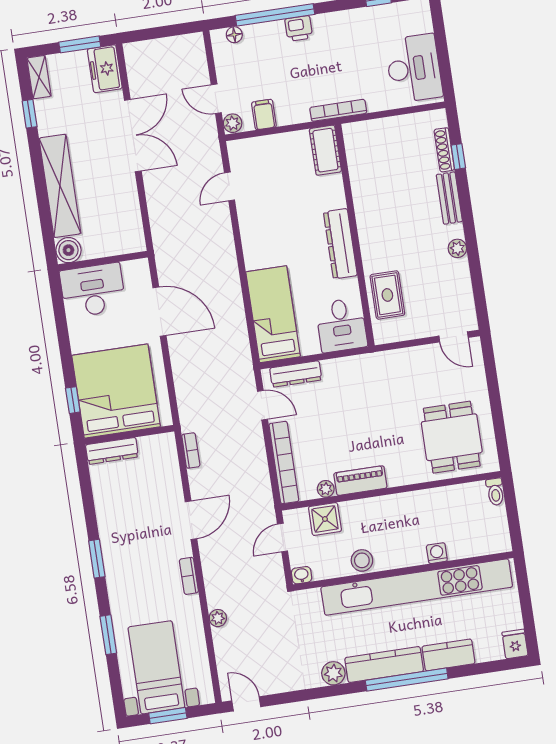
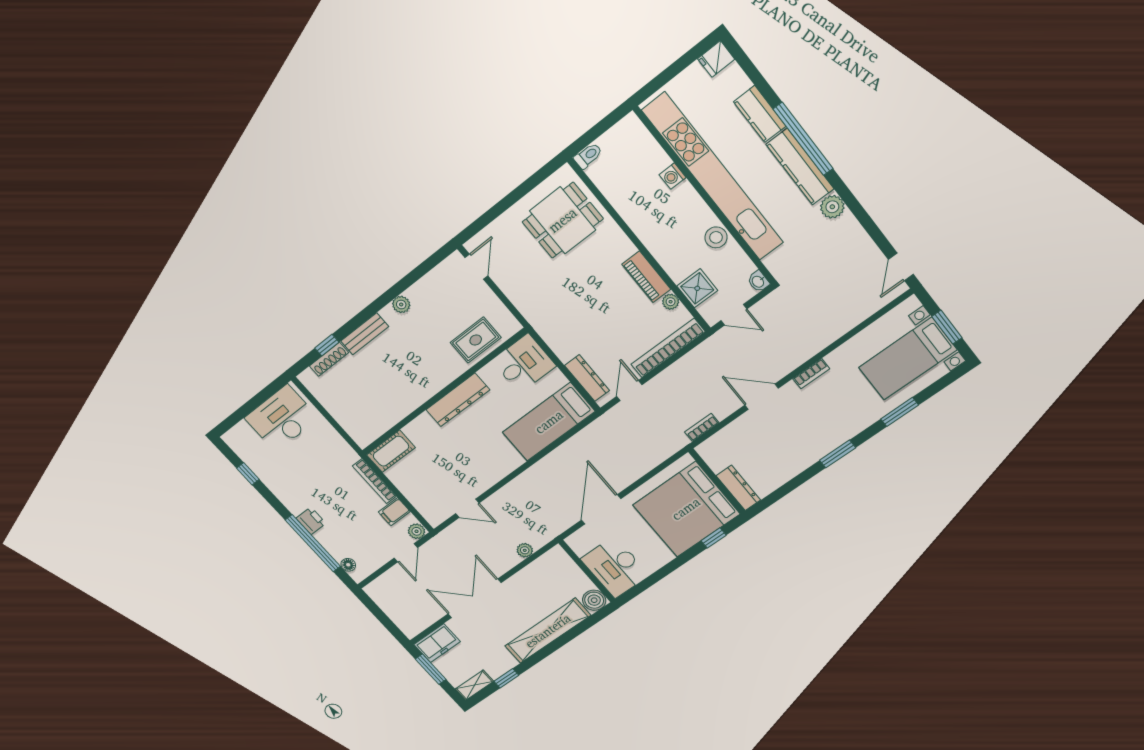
bookcase: (338, 110) -> (374, 481), moved
plant: (218, 618) -> (525, 550), moved

